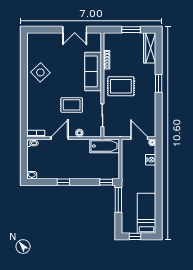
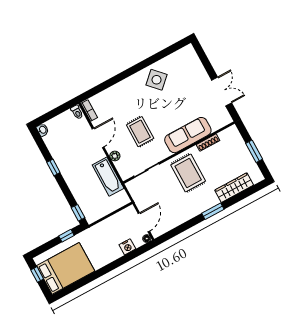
double door: (75, 30) -> (222, 91), swing flipped
wardrobe: (150, 48) -> (234, 188), moved
door: (60, 138) -> (98, 138), hinge flipped
bathtub: (105, 146) -> (108, 177), moved
window: (118, 200) -> (66, 236), width x0.46
bed: (146, 213) -> (66, 268), width x1.50

